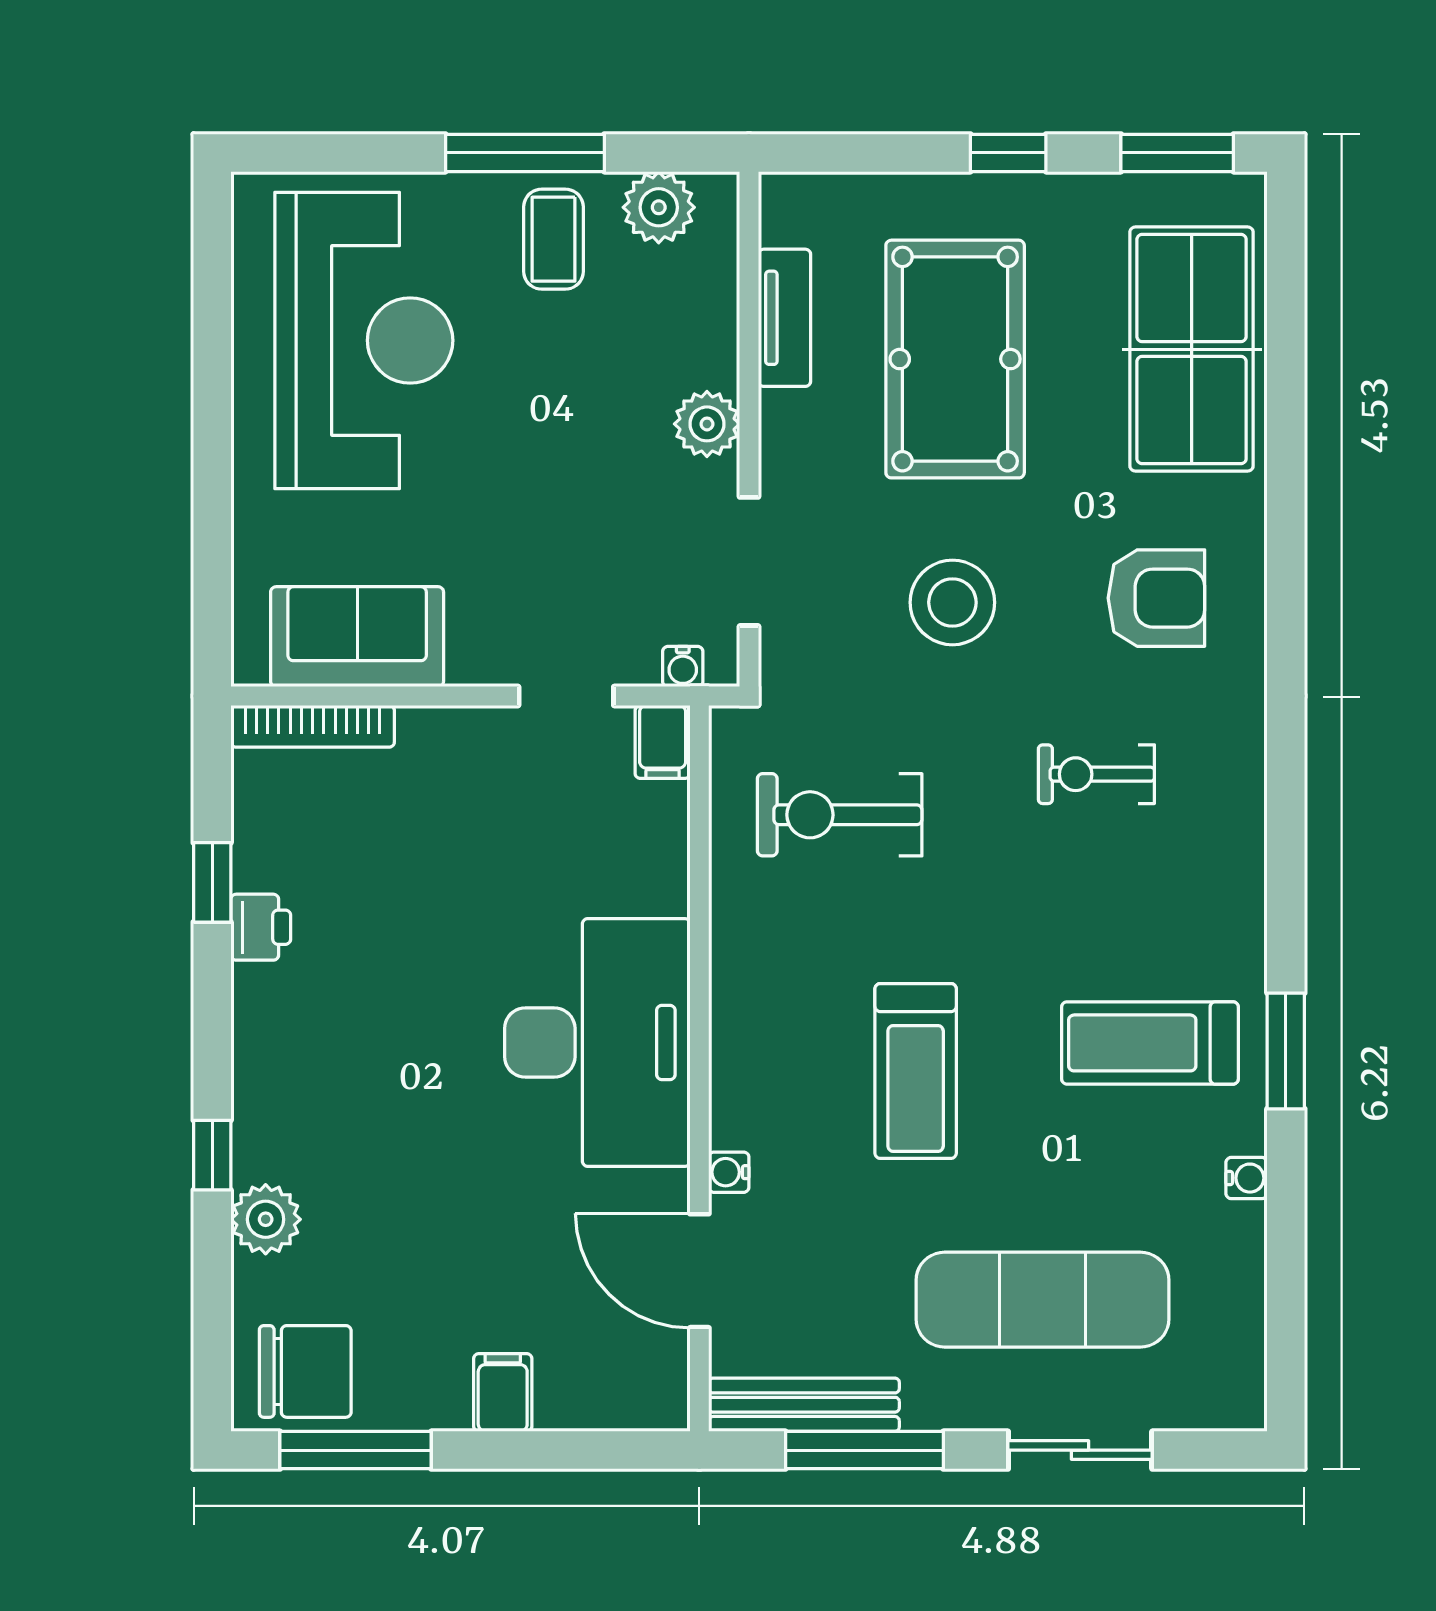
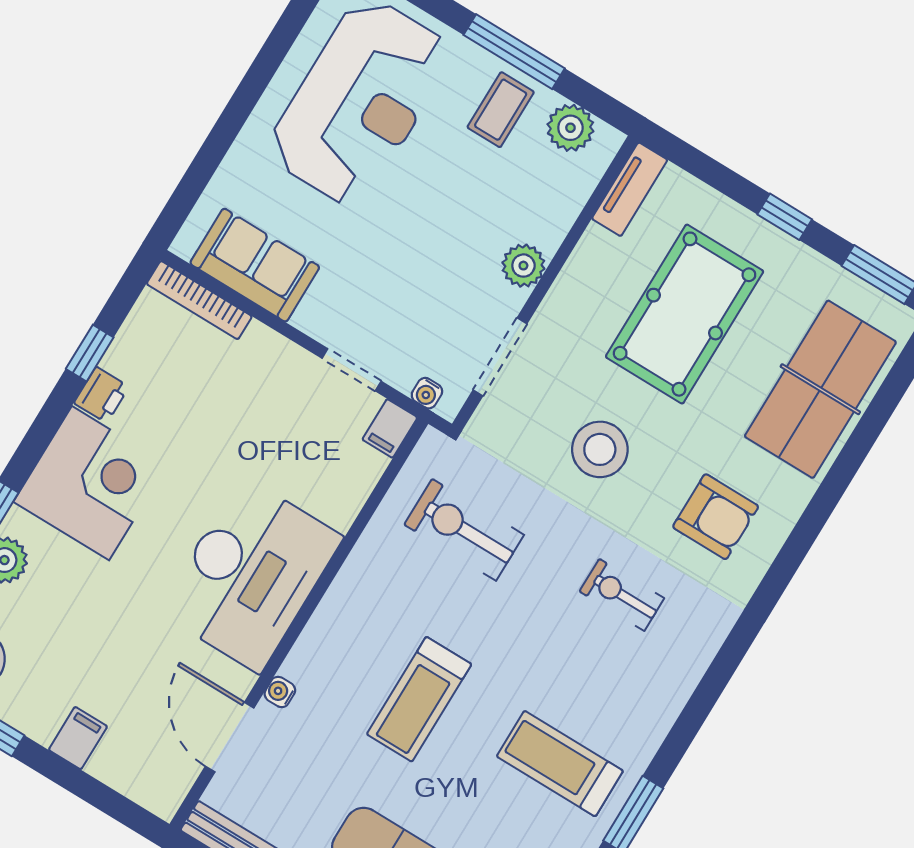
tv unit: (784, 318) -> (630, 189), moved
corner desk: (316, 1051) -> (90, 483), added

